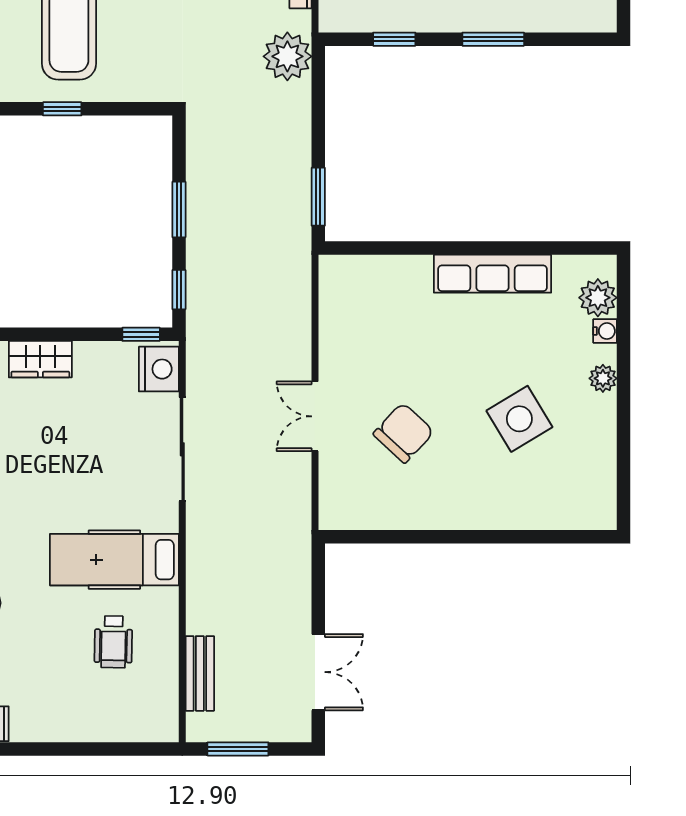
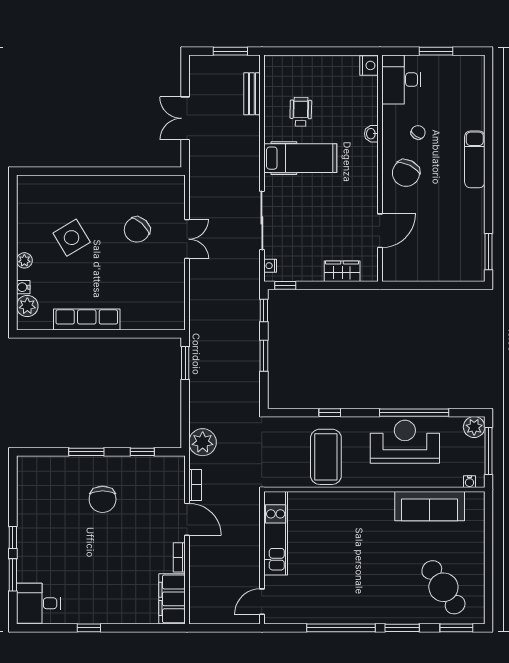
nightstand: (159, 369) -> (270, 266), width x0.53, depth x0.56
double door: (318, 672) -> (185, 118), moved

